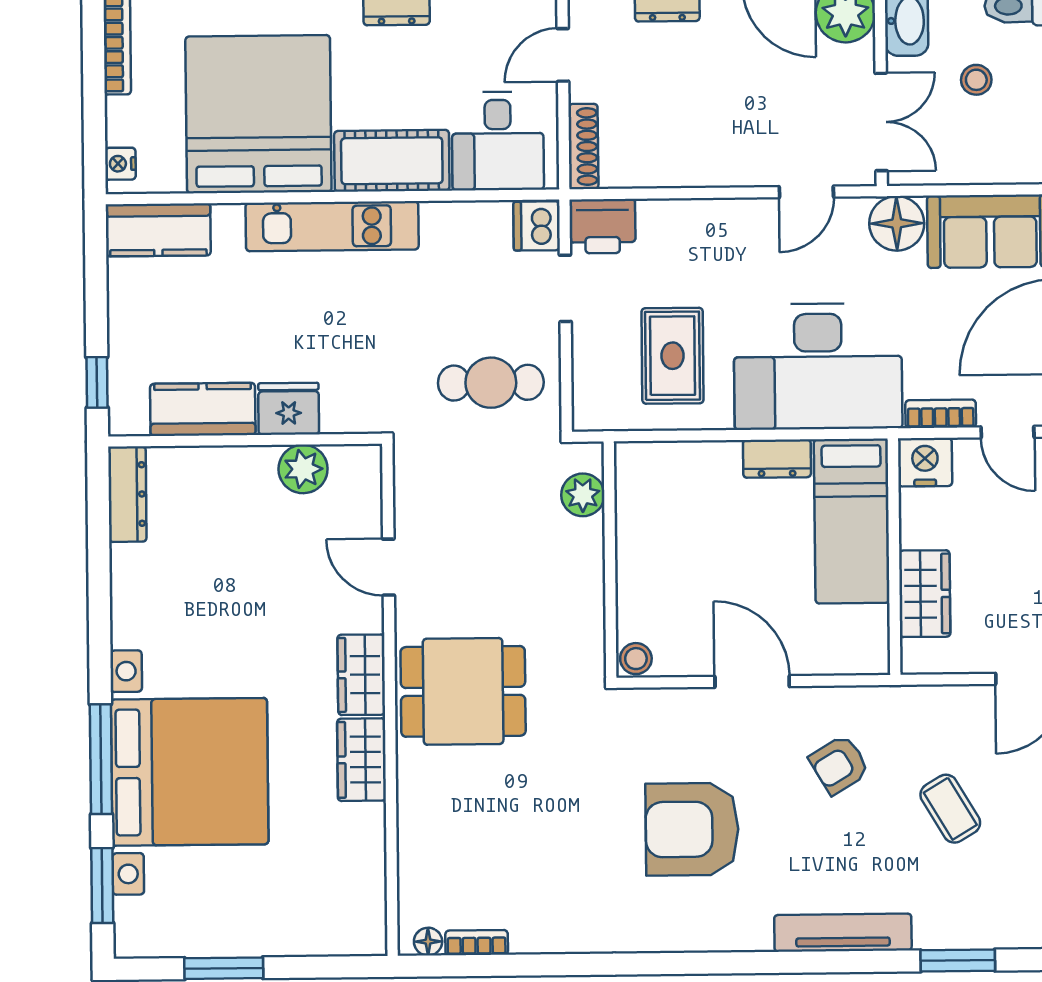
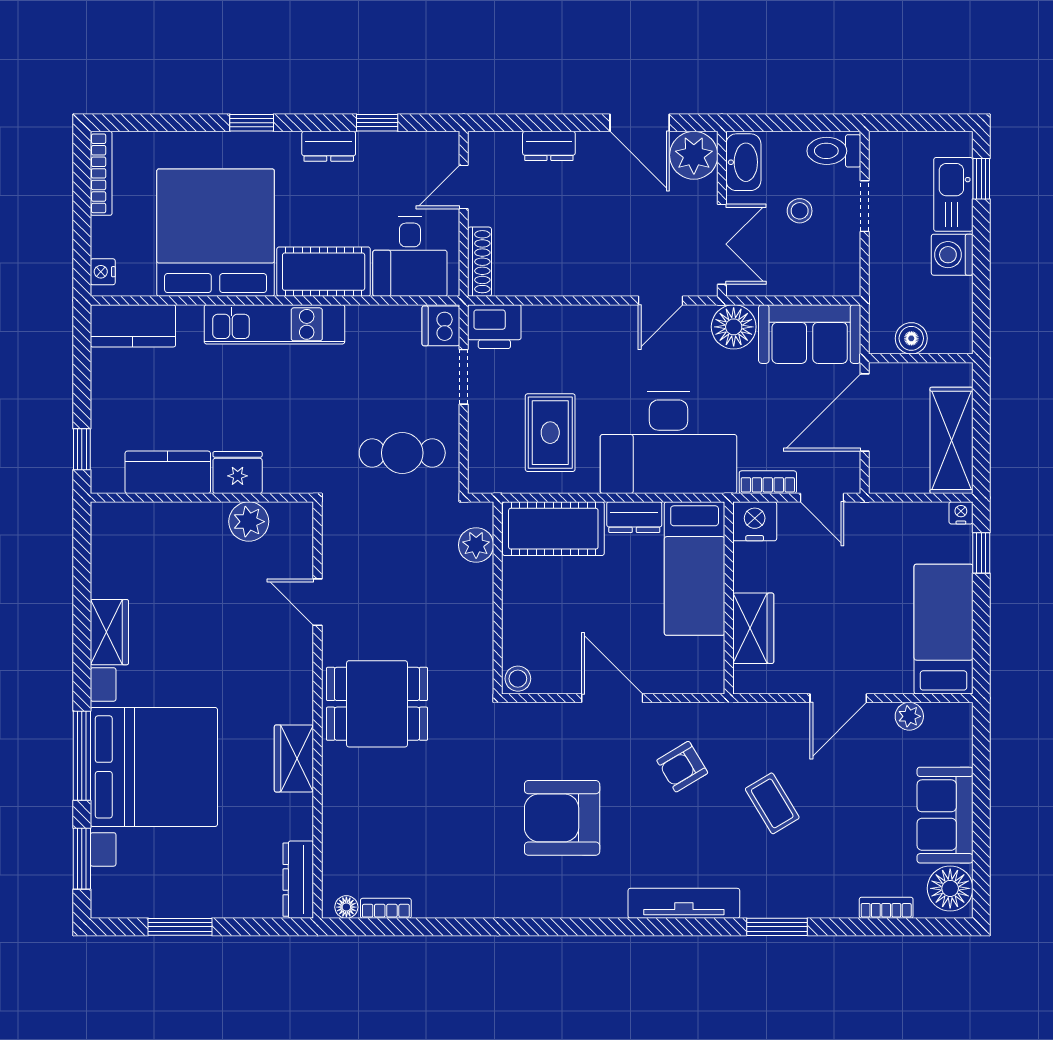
cot: (678, 474) -> (553, 529), added
dresser: (127, 494) -> (298, 880), moved, turned 180
wardrobe: (361, 675) -> (109, 632), moved, turned 180

